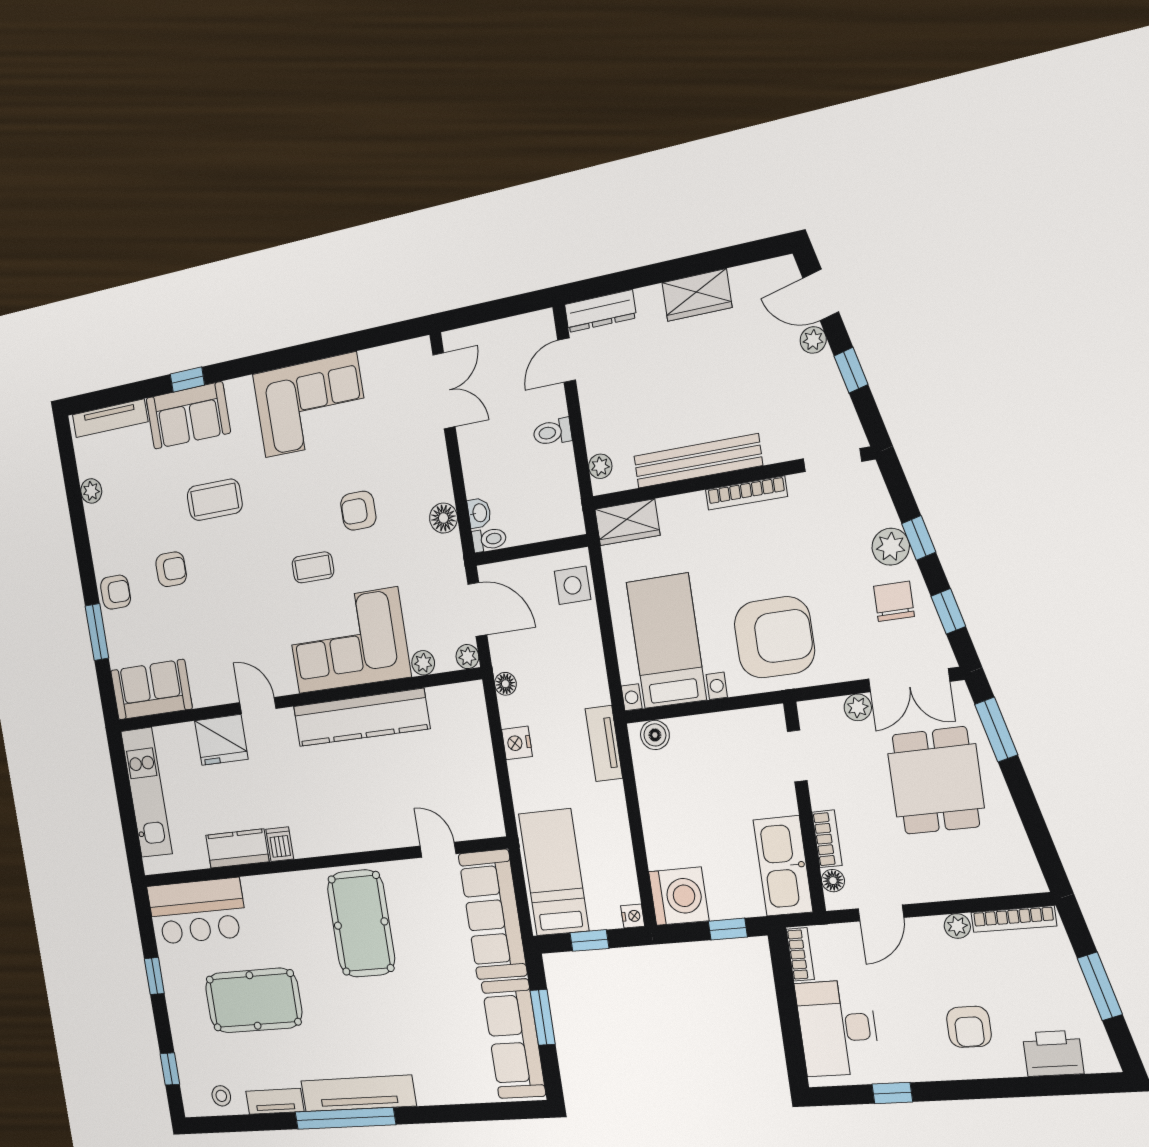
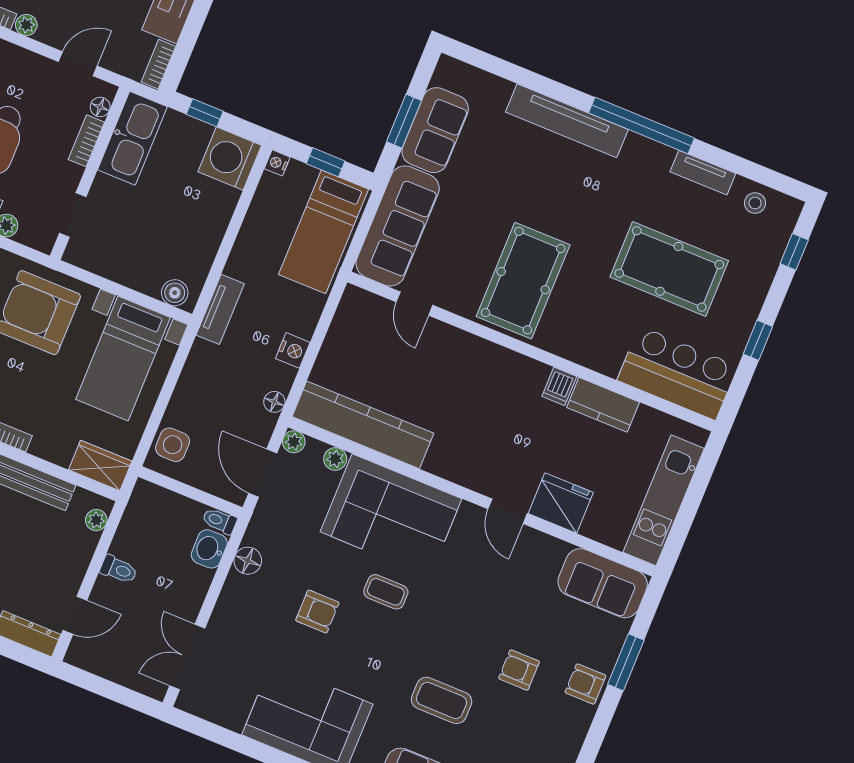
washbasin: (479, 513) -> (209, 549), width x1.38, depth x1.45
kitchen counter: (361, 718) -> (363, 425), moved
sofa: (514, 1039) -> (435, 130), width x0.73
tv unit: (358, 1093) -> (567, 121), moved

